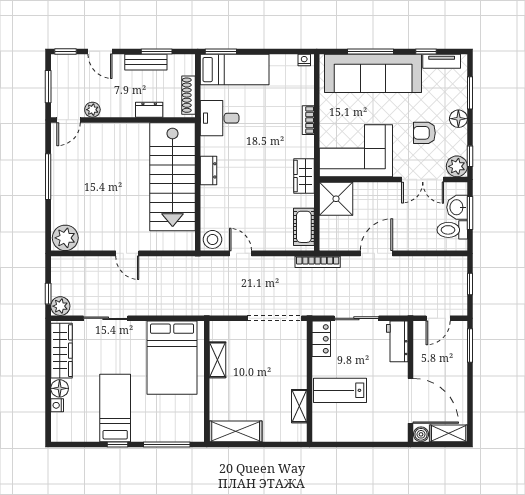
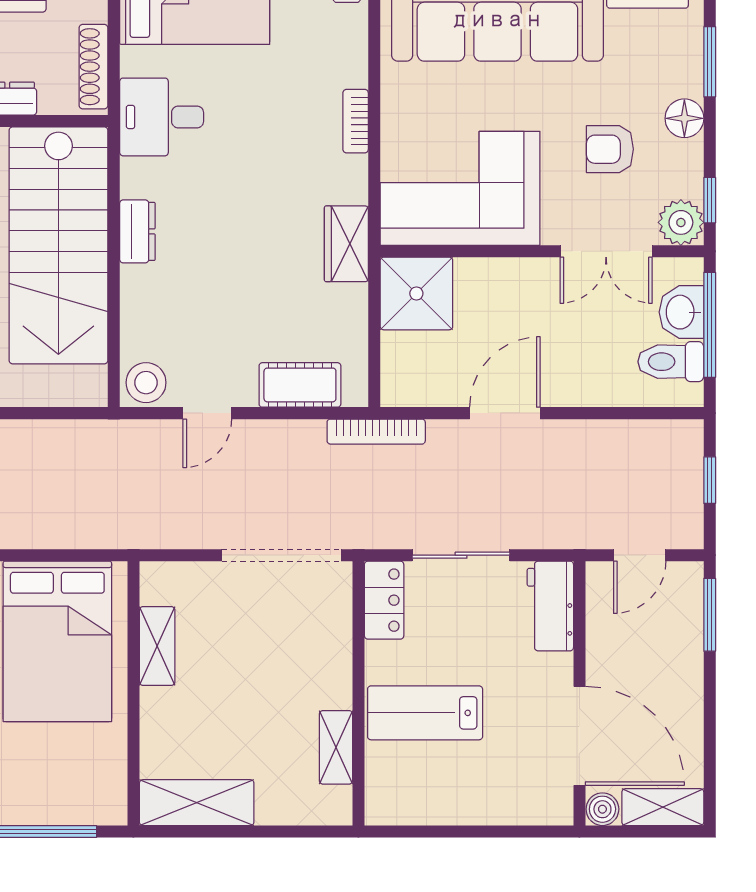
window: (470, 213) -> (710, 325), width x1.44
cot: (304, 227) -> (300, 385), moved, turned 90
door: (241, 253) -> (207, 413), swing flipped

